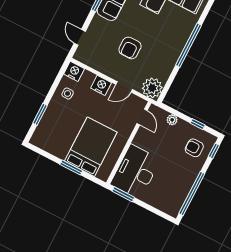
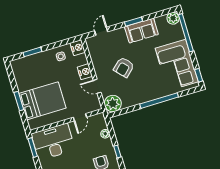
armchair: (130, 48) -> (124, 67), turned -43
door: (142, 117) -> (80, 117), moved

